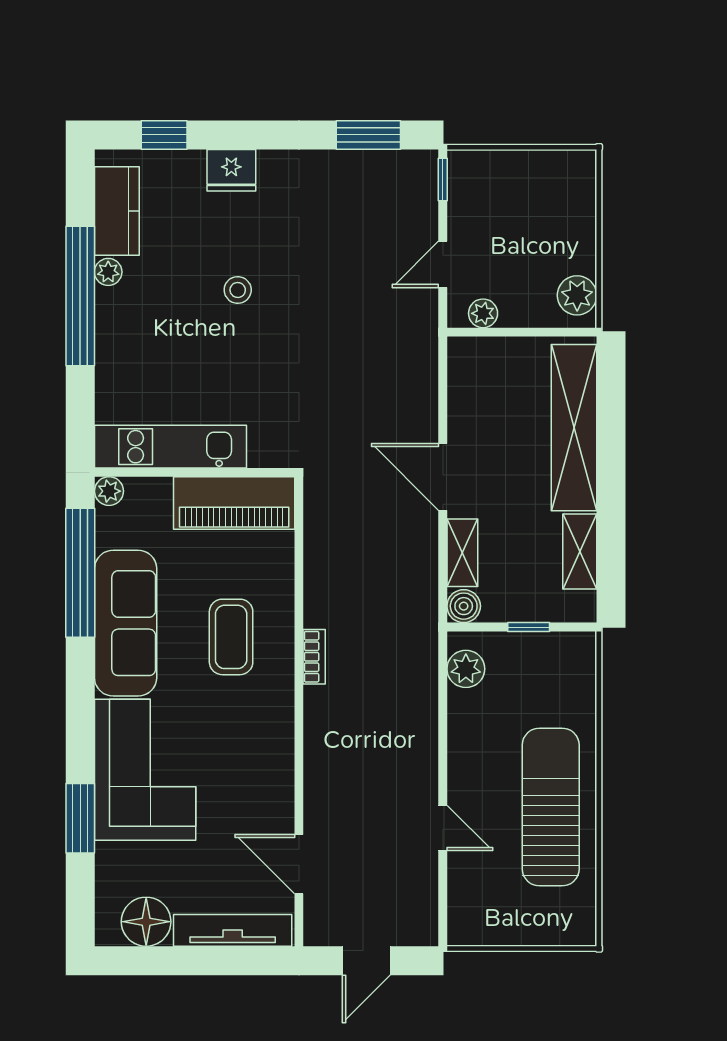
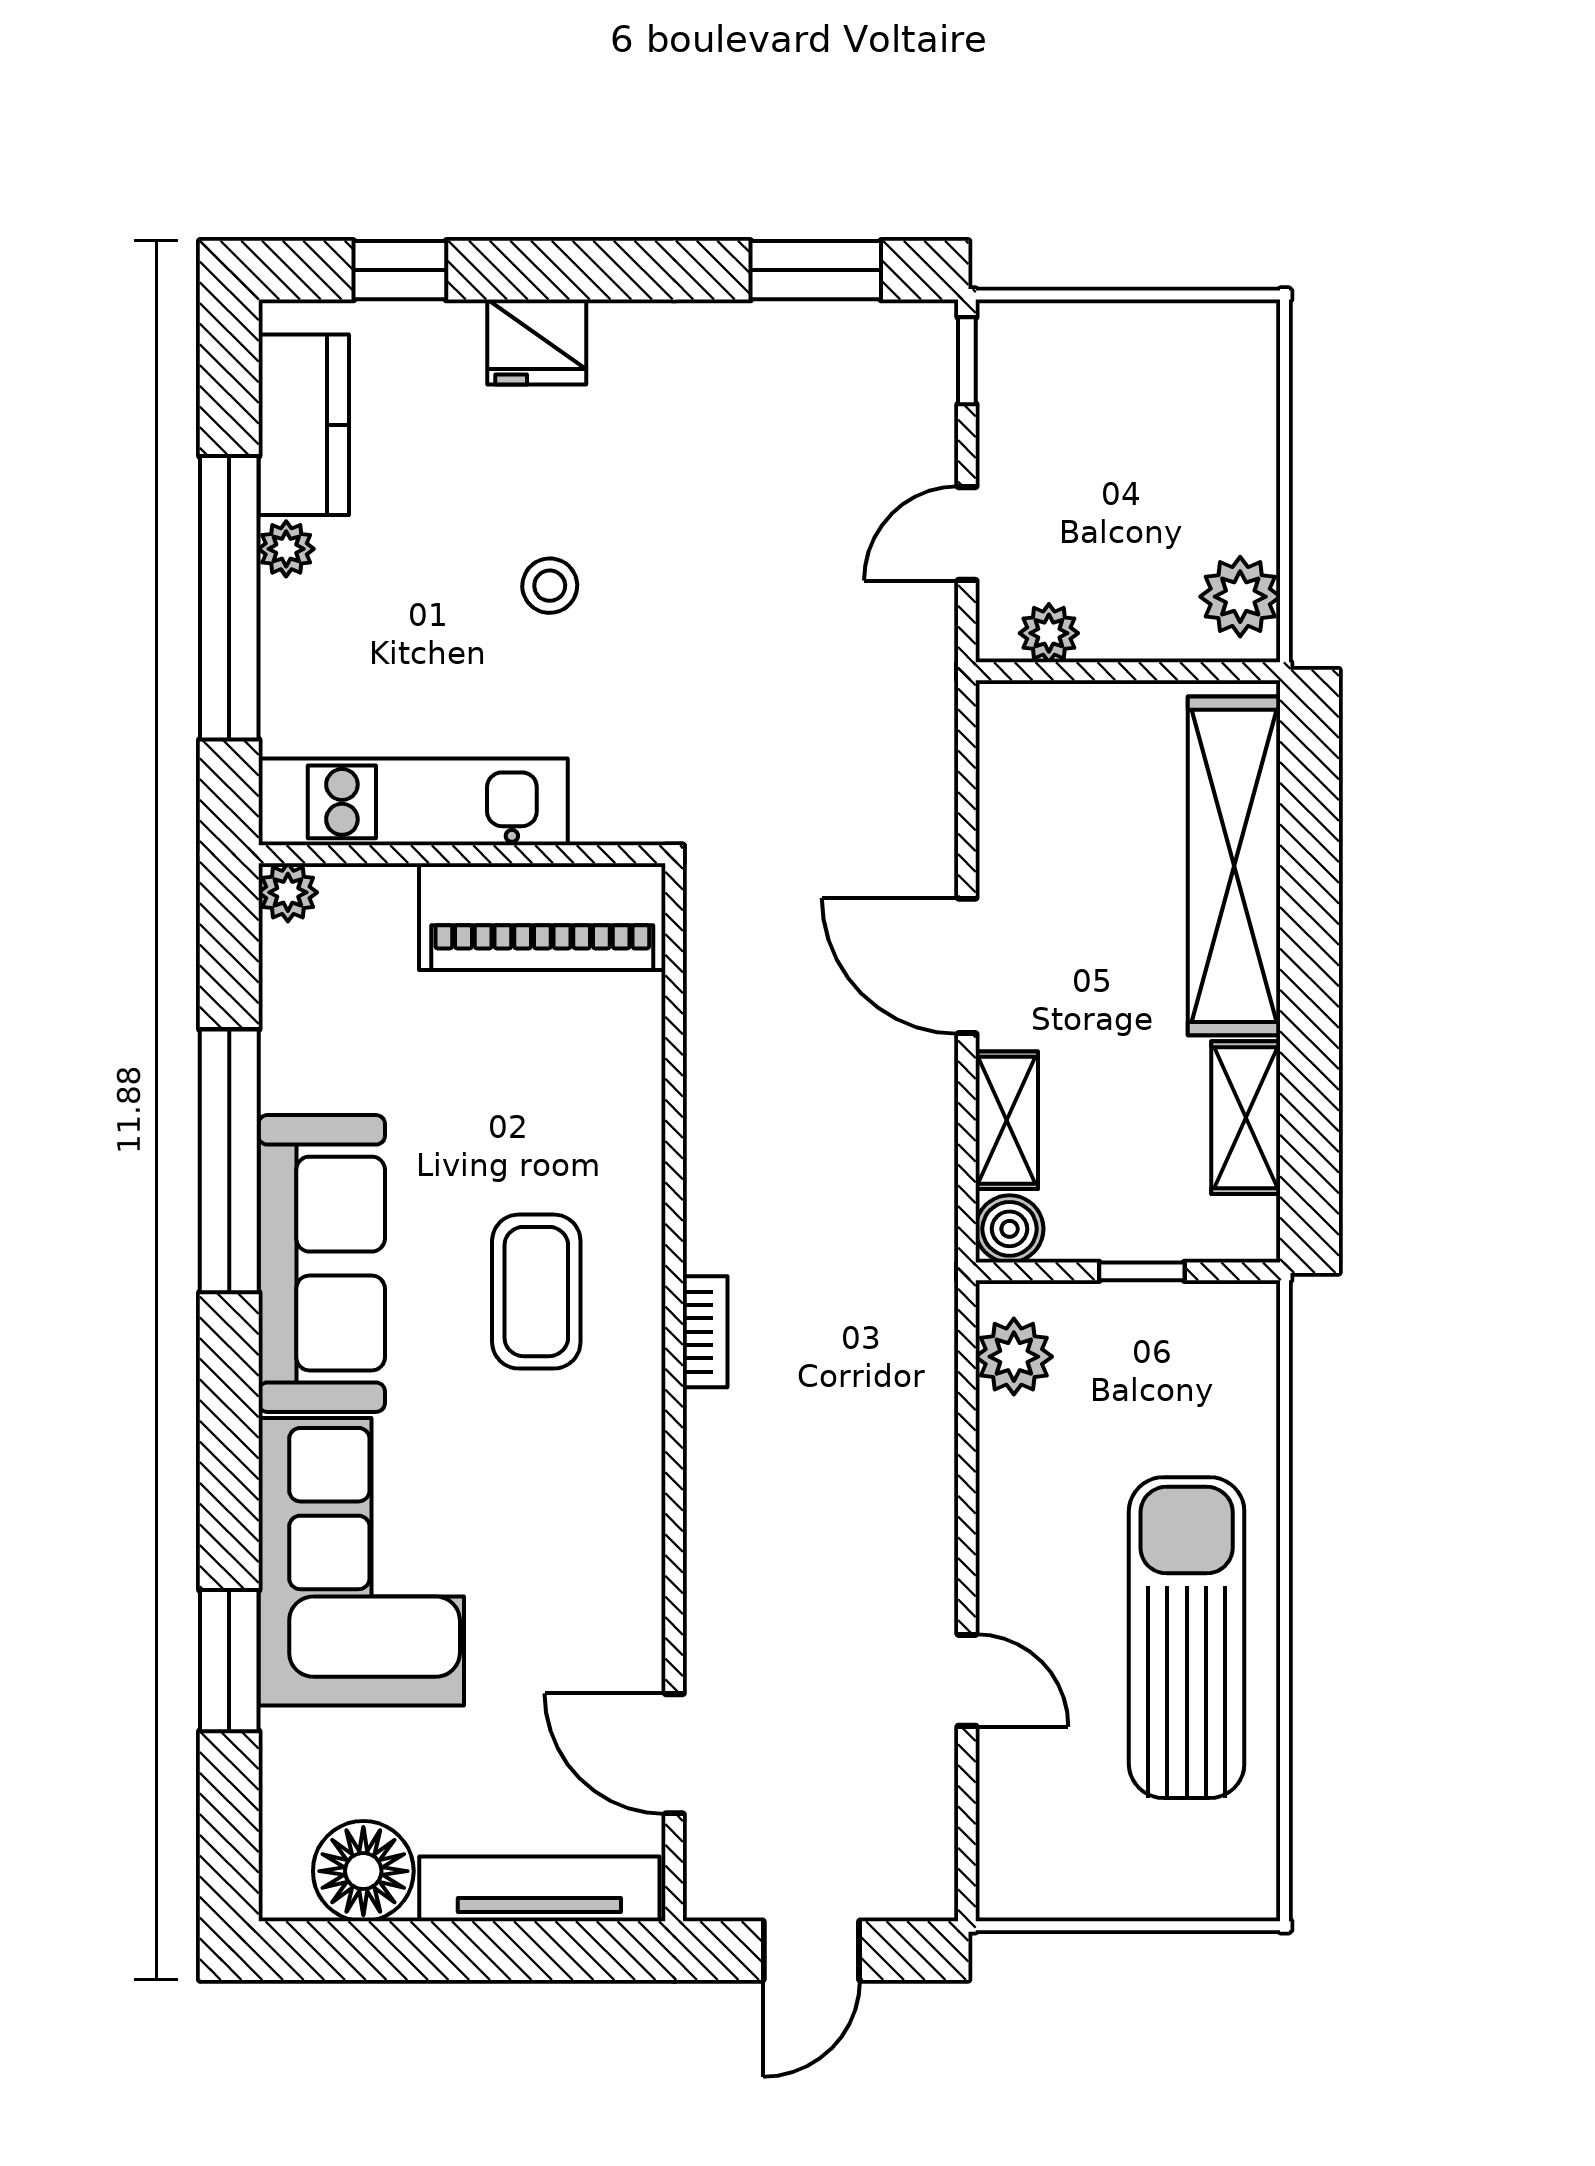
kitchen unit: (171, 447) -> (413, 802), moved
wall: (195, 472) -> (462, 854), moved
plant: (109, 491) -> (288, 892), moved
piano: (234, 503) -> (542, 917), moved

